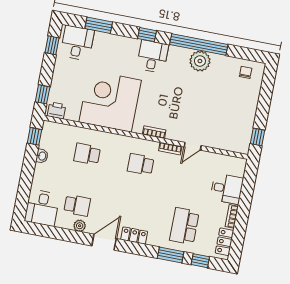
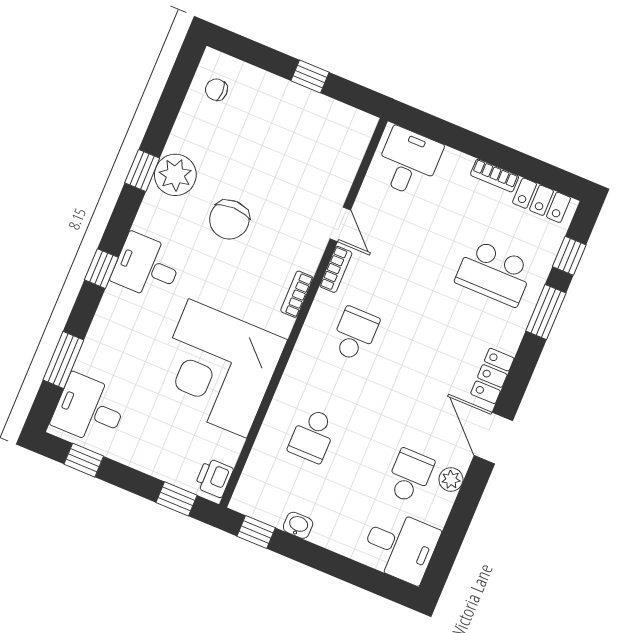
window: (199, 45) -> (142, 171), width x0.32
chair: (184, 92) -> (229, 220), added
window: (257, 137) -> (310, 76), moved
school desk: (141, 164) -> (355, 334), turned 180
desk: (227, 189) -> (408, 162), moved

